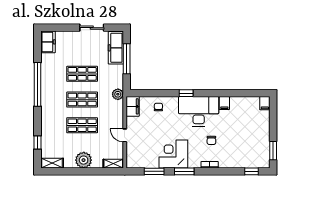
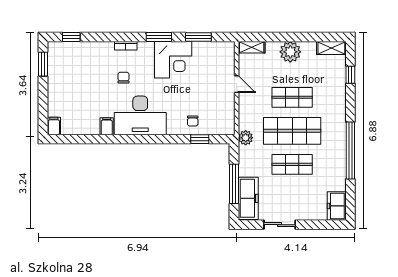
window: (186, 93) -> (200, 139), moved
shop shelf: (82, 100) -> (292, 131), width x1.43, depth x1.36
filing cabinet: (133, 106) -> (226, 122), removed

